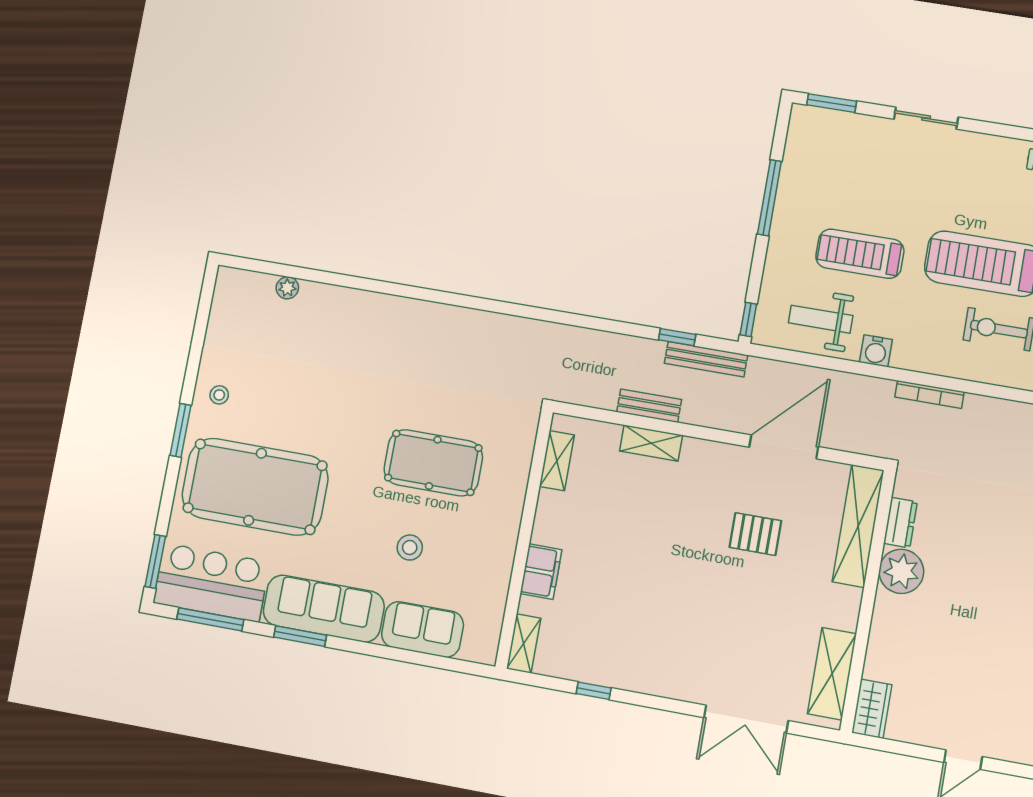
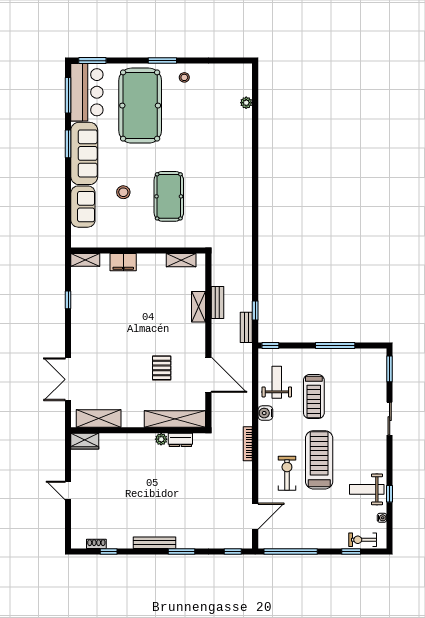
treadmill: (860, 254) -> (314, 397), turned 180
bench: (706, 359) -> (246, 327), width x0.73
plant: (901, 571) -> (161, 439), width x0.53, depth x0.53

